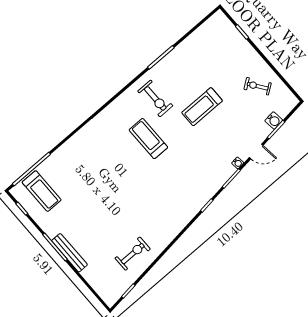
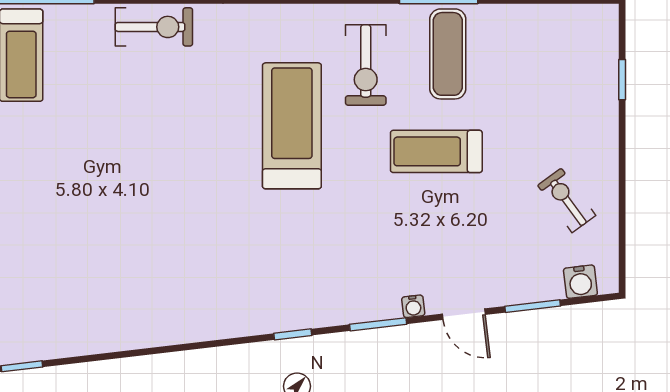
exercise mat: (179, 72) -> (448, 54), added
water cooler: (274, 120) -> (580, 282), moved
treadmill: (148, 139) -> (292, 126), width x1.37, depth x1.38
exercise bike: (133, 254) -> (154, 27), moved

